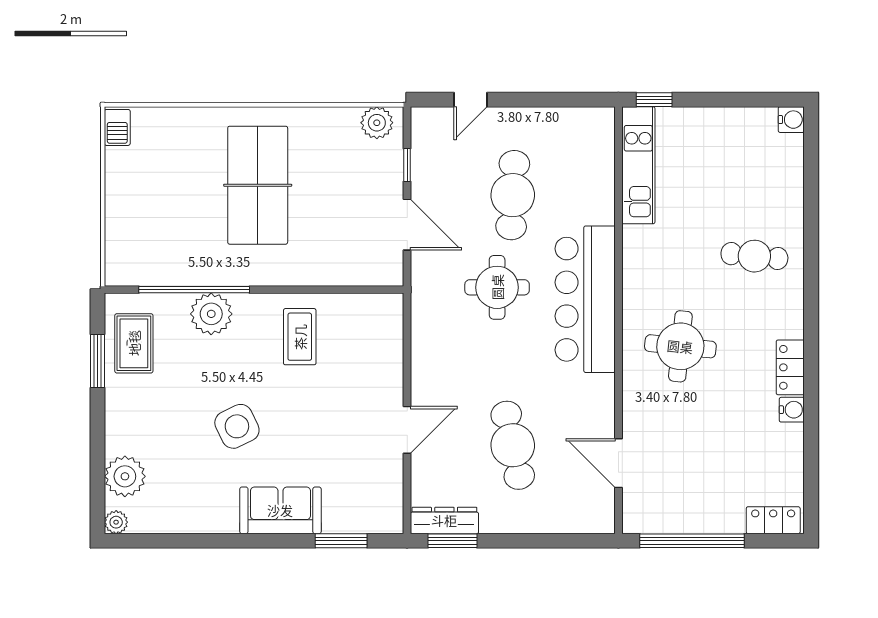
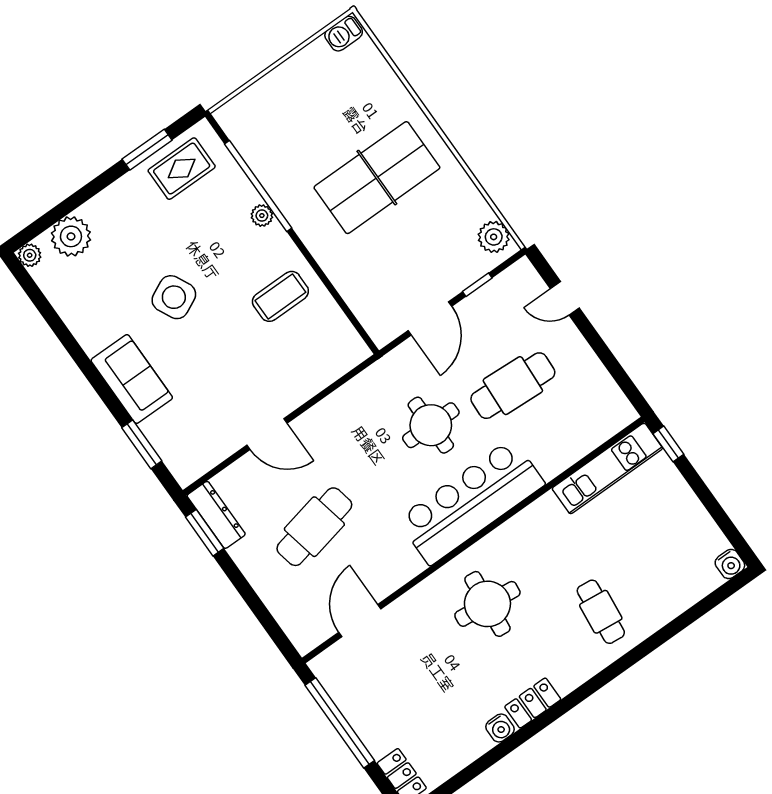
plant: (211, 314) -> (262, 216), width x0.53, depth x0.53

